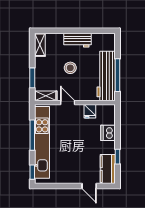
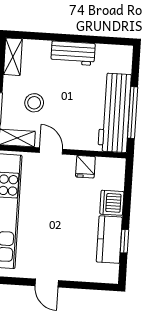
stool: (70, 68) -> (34, 103), moved
kitchen counter: (108, 169) -> (109, 240), moved
door: (89, 186) -> (47, 283), moved

